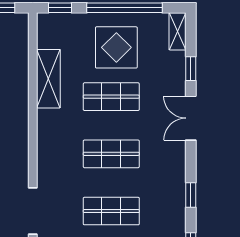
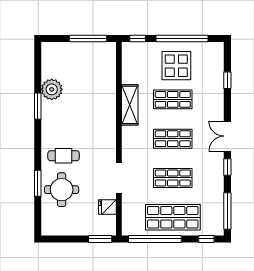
shelving: (177, 31) -> (218, 55), removed
shelving: (48, 79) -> (130, 105), moved
double door: (191, 118) -> (227, 136), moved

